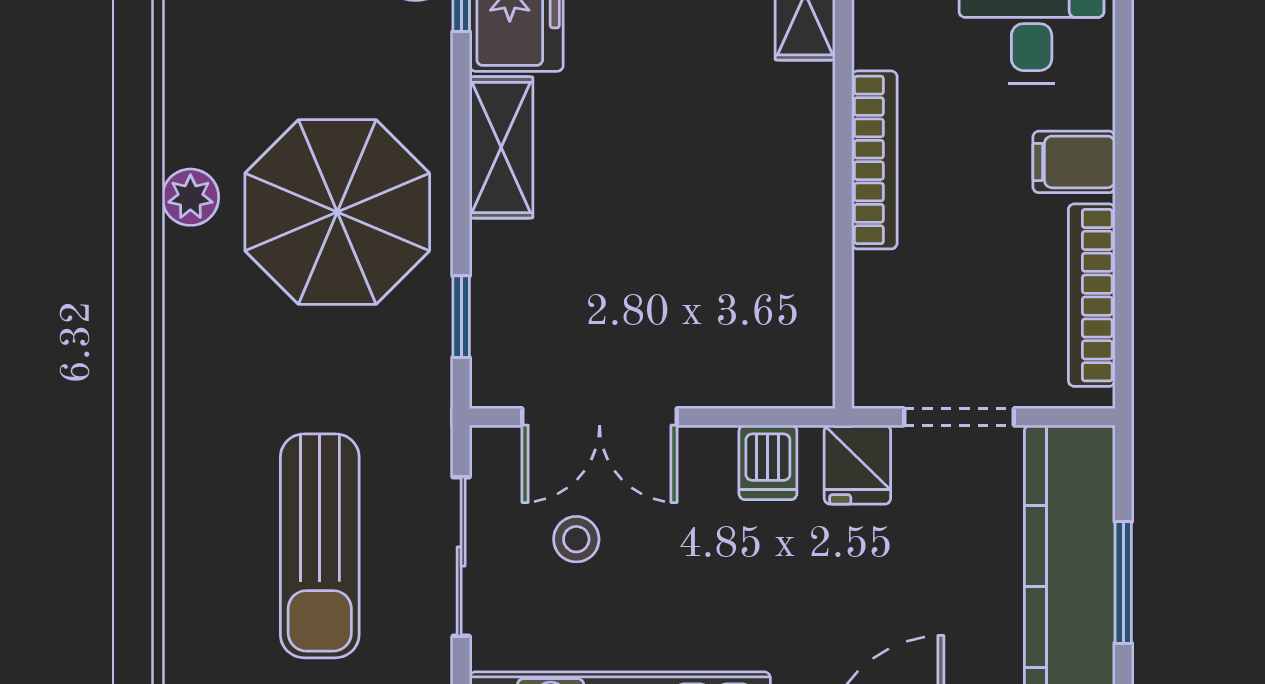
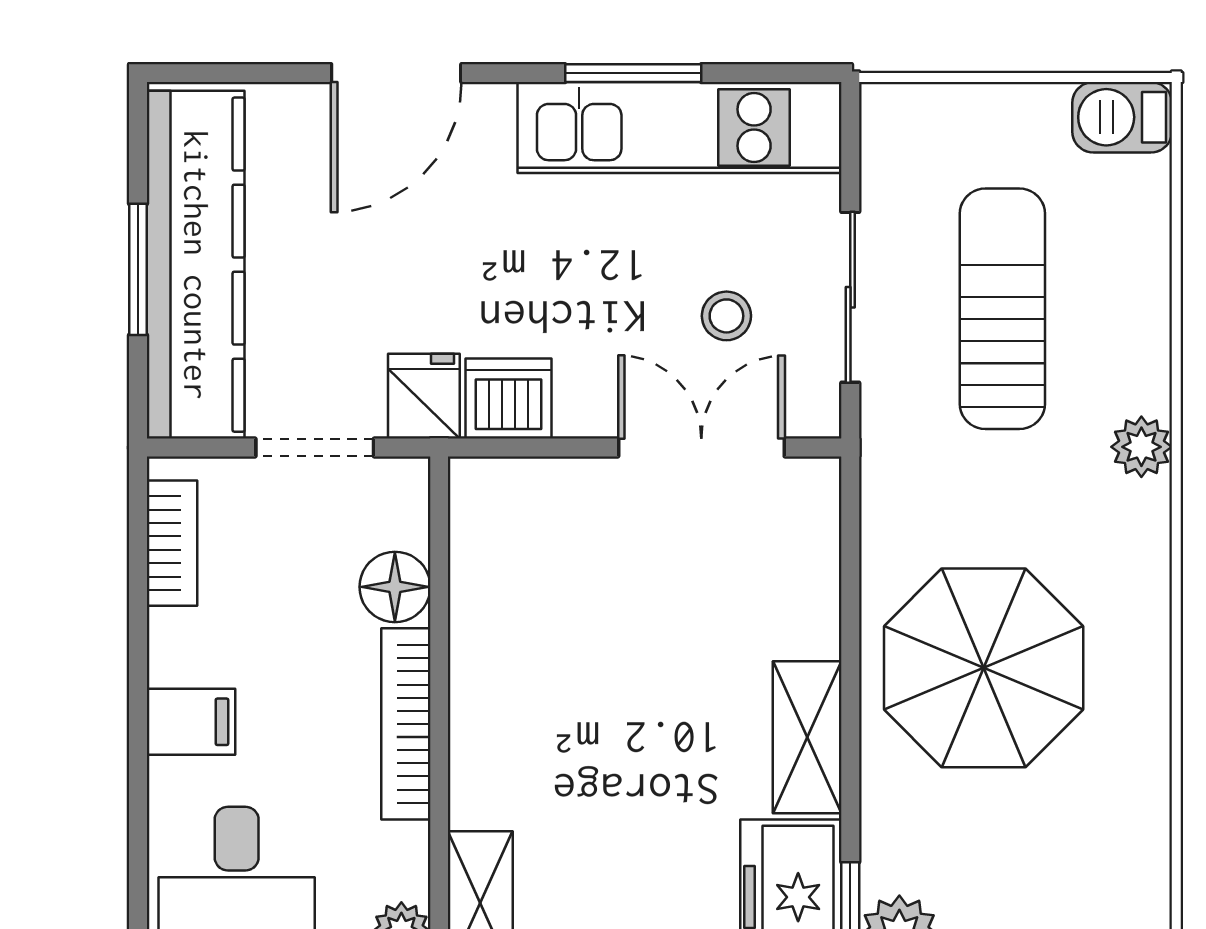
plant: (190, 197) -> (1141, 447), moved
floor lamp: (884, 287) -> (395, 587), added
bookcase: (1092, 295) -> (172, 543), width x0.64
window: (461, 317) -> (850, 555), removed
dishwasher: (768, 462) -> (508, 399), width x1.38

